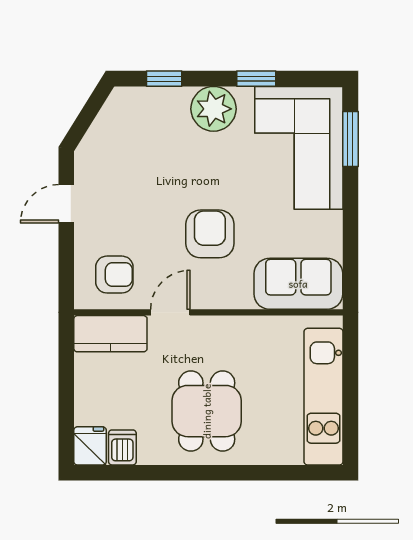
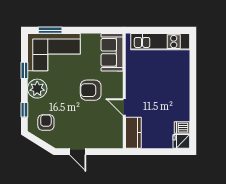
armchair: (114, 275) -> (46, 122), moved
dining table: (207, 411) -> (166, 92), removed

